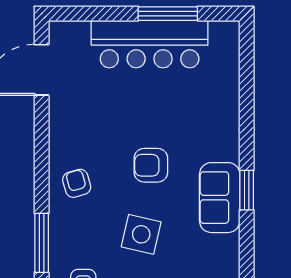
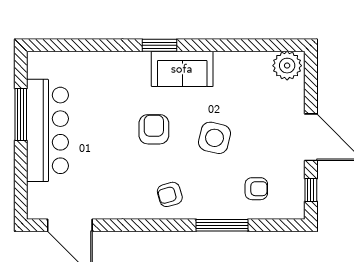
armchair: (151, 165) -> (154, 129), turned 180
window: (247, 190) -> (159, 45), moved

